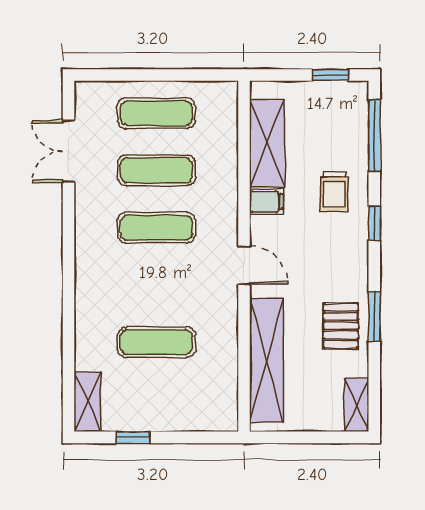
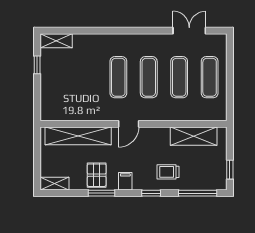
filing cabinet: (266, 202) -> (125, 181), moved, turned 180
pallet: (341, 326) -> (97, 175), turned 90
exercise mat: (156, 342) -> (118, 77), moved

